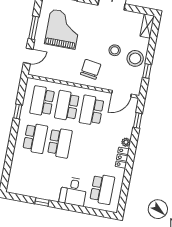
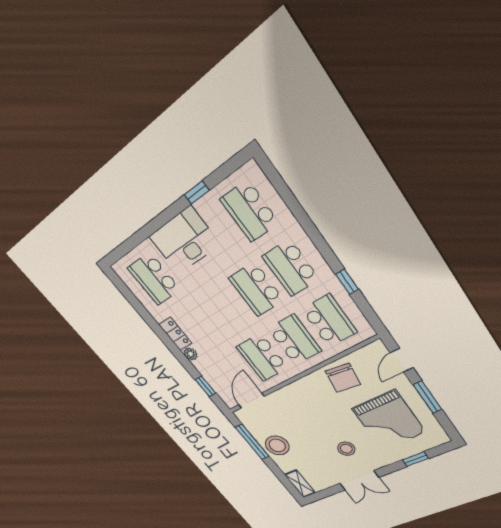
stool: (115, 50) -> (346, 449), moved
chair: (91, 69) -> (343, 378), moved
window: (147, 71) -> (252, 442), width x2.17
school desk: (92, 110) -> (262, 357), turned 180
school desk: (28, 175) -> (250, 211), added
desk: (73, 191) -> (184, 240), width x1.37

